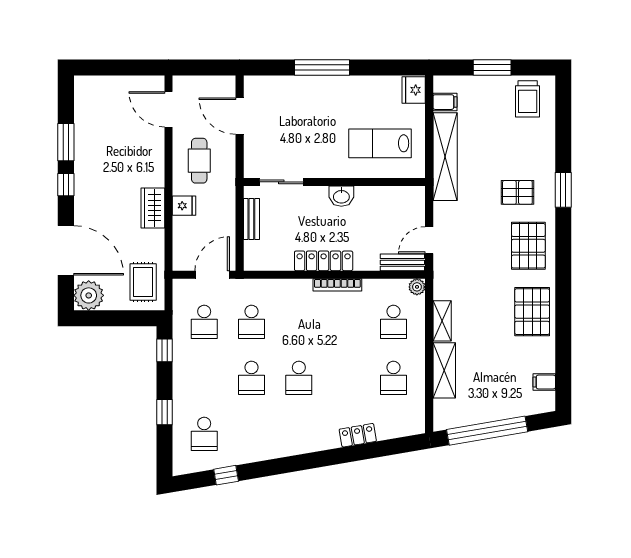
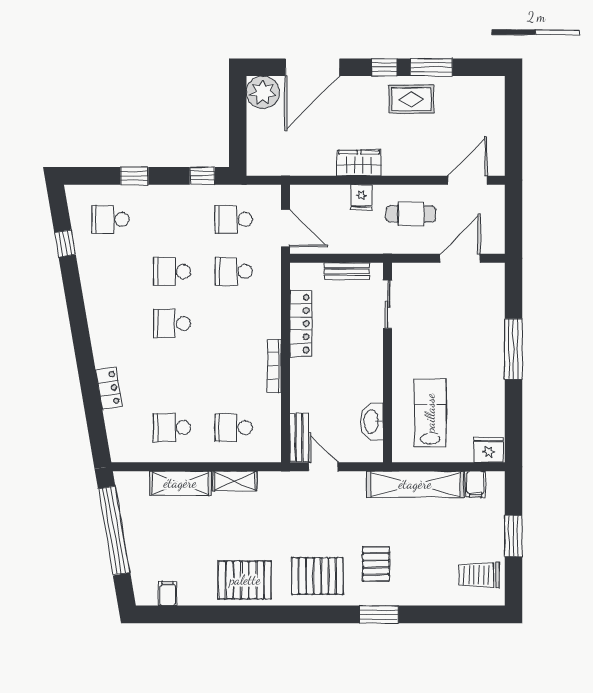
washbasin: (341, 196) -> (372, 422), moved, width x1.38
locker: (324, 261) -> (301, 324), moved
rug: (143, 282) -> (411, 99), moved
plant: (417, 287) -> (272, 453), removed

